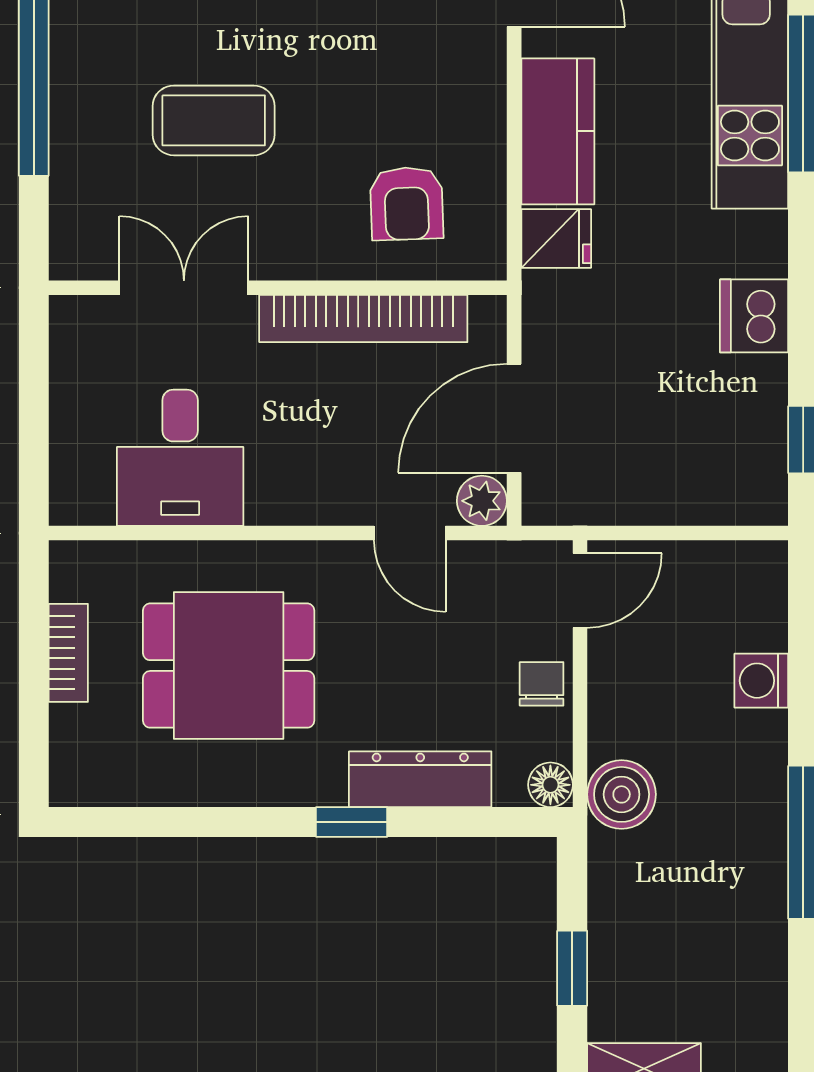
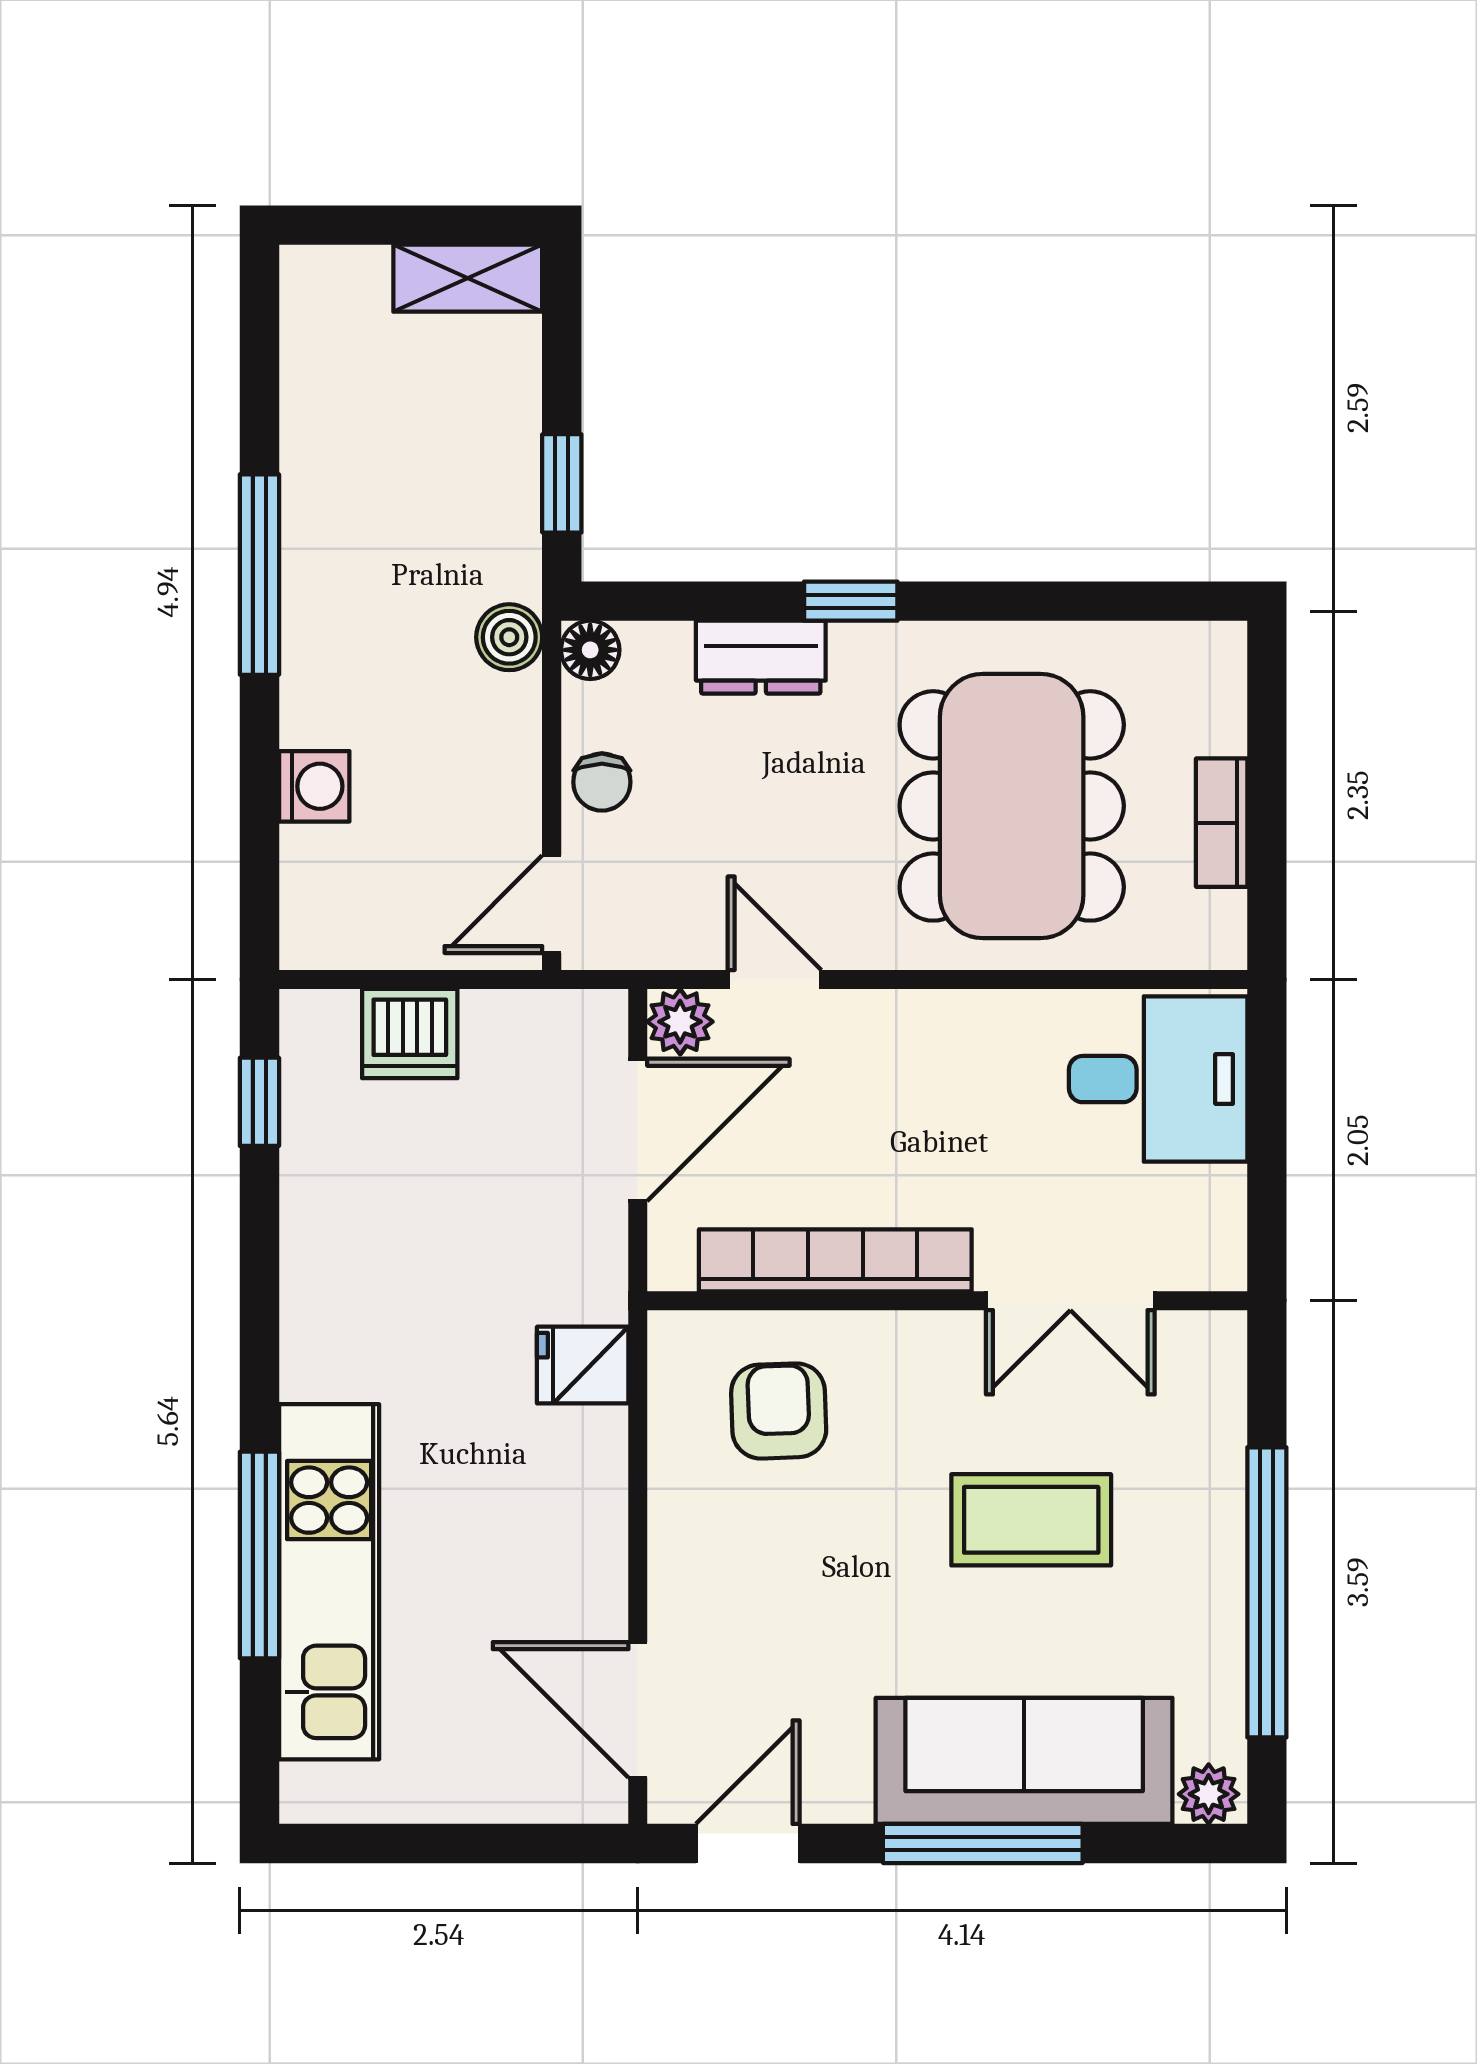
kitchen counter: (558, 131) -> (581, 1505), removed
dishwasher: (754, 316) -> (410, 1034), moved, turned 90
desk: (180, 458) -> (1158, 1079), moved, turned 90
dining table: (229, 666) -> (1012, 806), width x1.38
dresser: (420, 779) -> (761, 657), width x0.70
boiler: (622, 794) -> (509, 637), width x0.73, depth x0.73
window: (572, 968) -> (562, 483), moved

